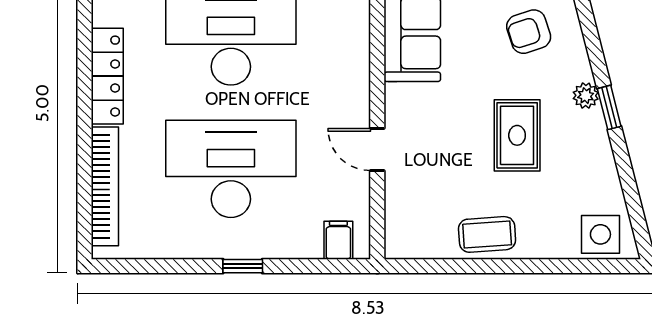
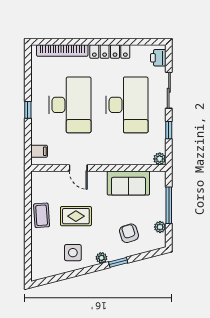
window: (609, 107) -> (118, 262), moved
rug: (517, 135) -> (76, 216), moved
door: (377, 149) -> (78, 168), swing flipped
side table: (600, 234) -> (73, 253), moved

